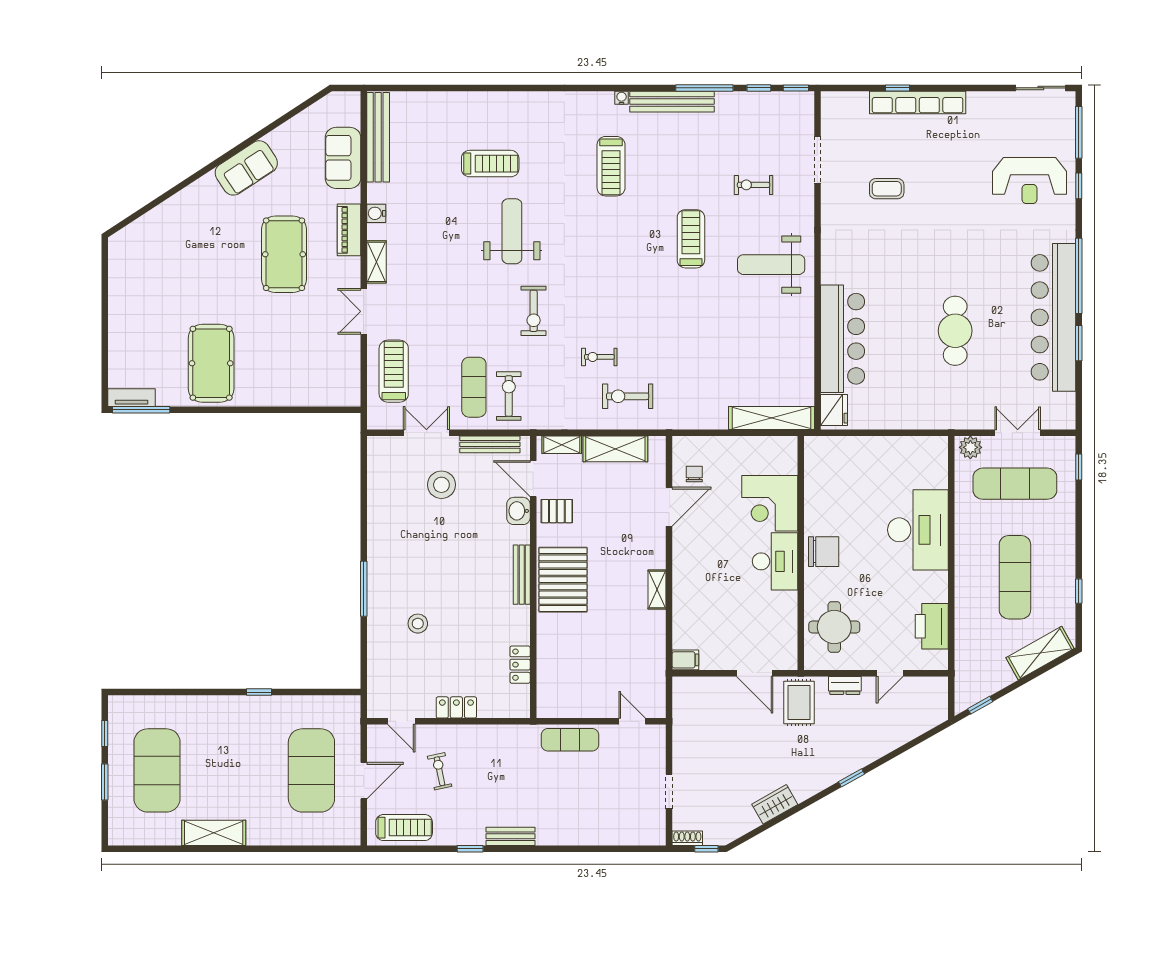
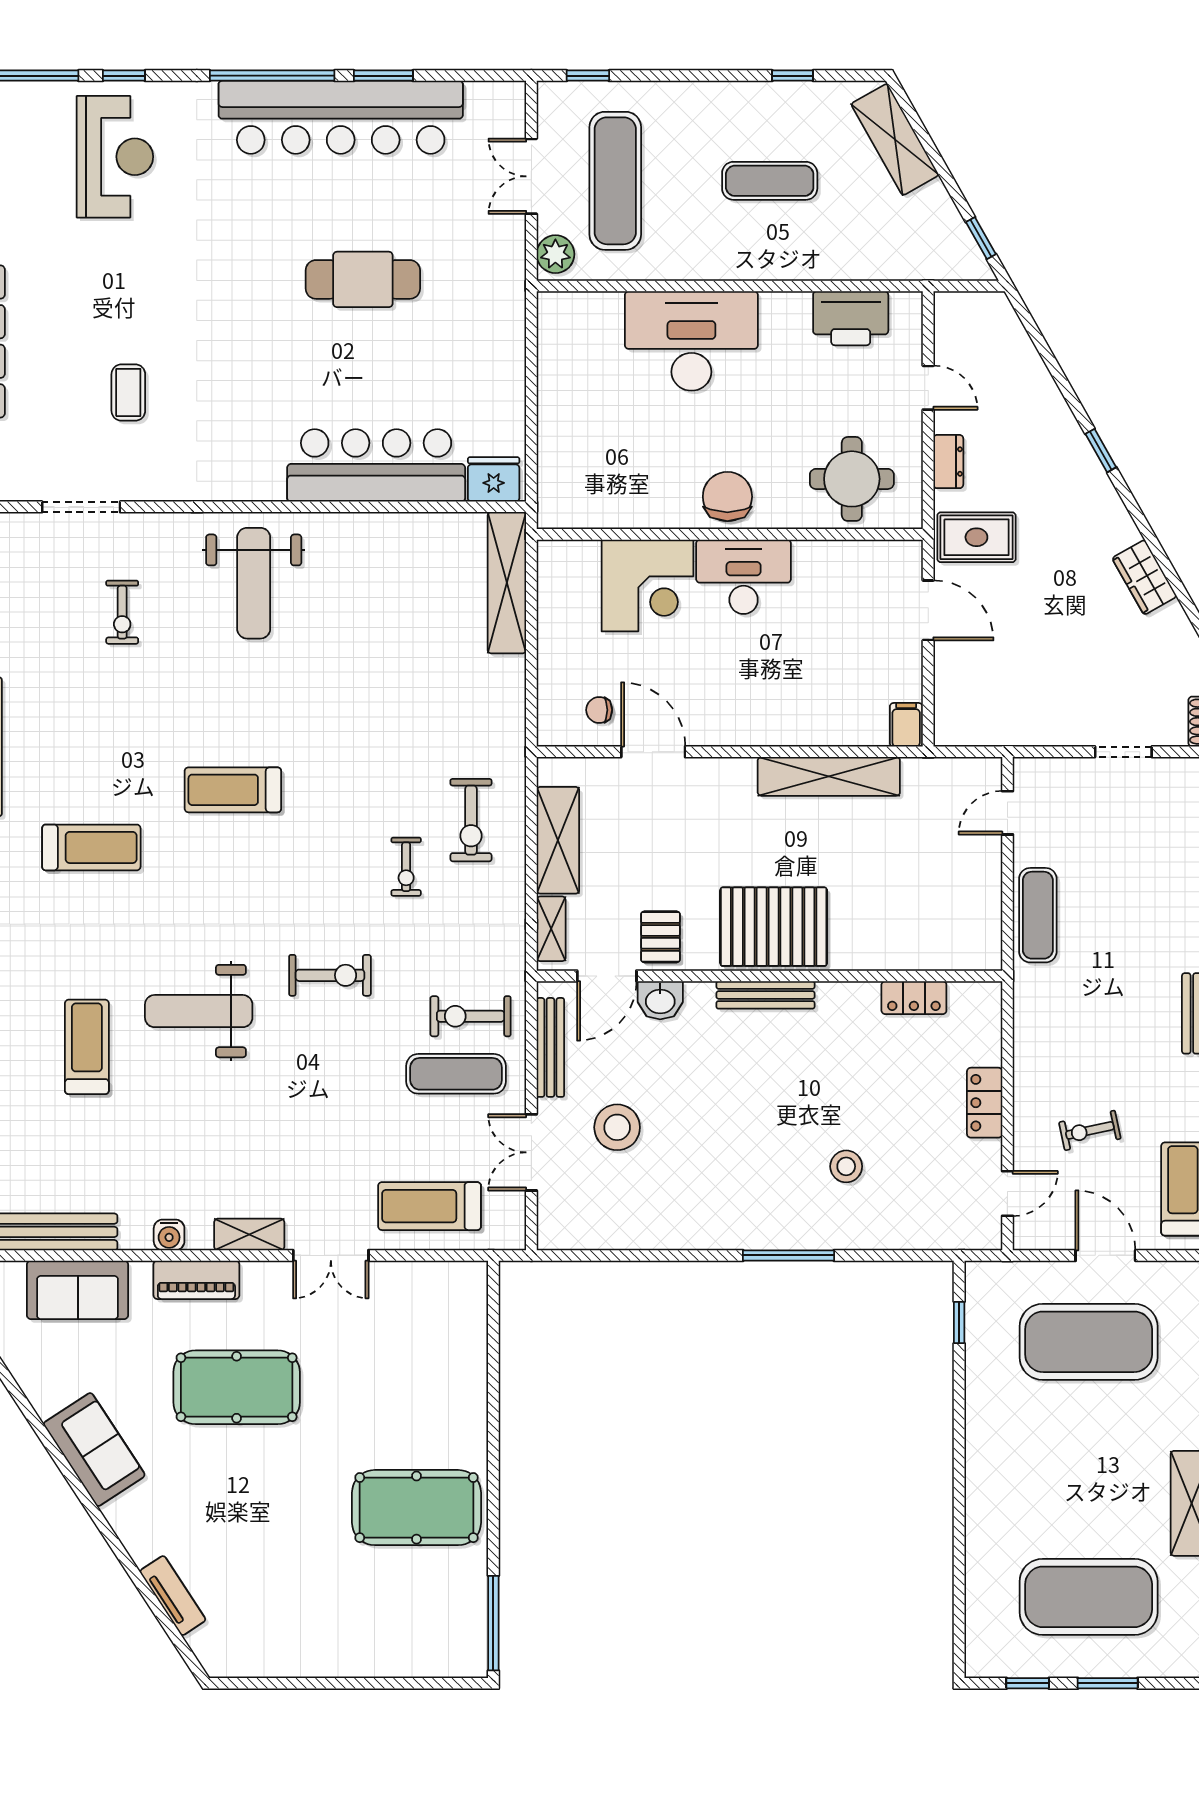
treadmill: (691, 239) -> (233, 790), moved
tv unit: (131, 398) -> (173, 1596), moved, turned 147
exercise mat: (1015, 577) -> (770, 181), width x0.73, depth x0.69
shelving: (657, 590) -> (829, 776), width x2.20, depth x1.33
door: (755, 673) -> (928, 610), hinge flipped
window: (259, 692) -> (959, 1323), moved

